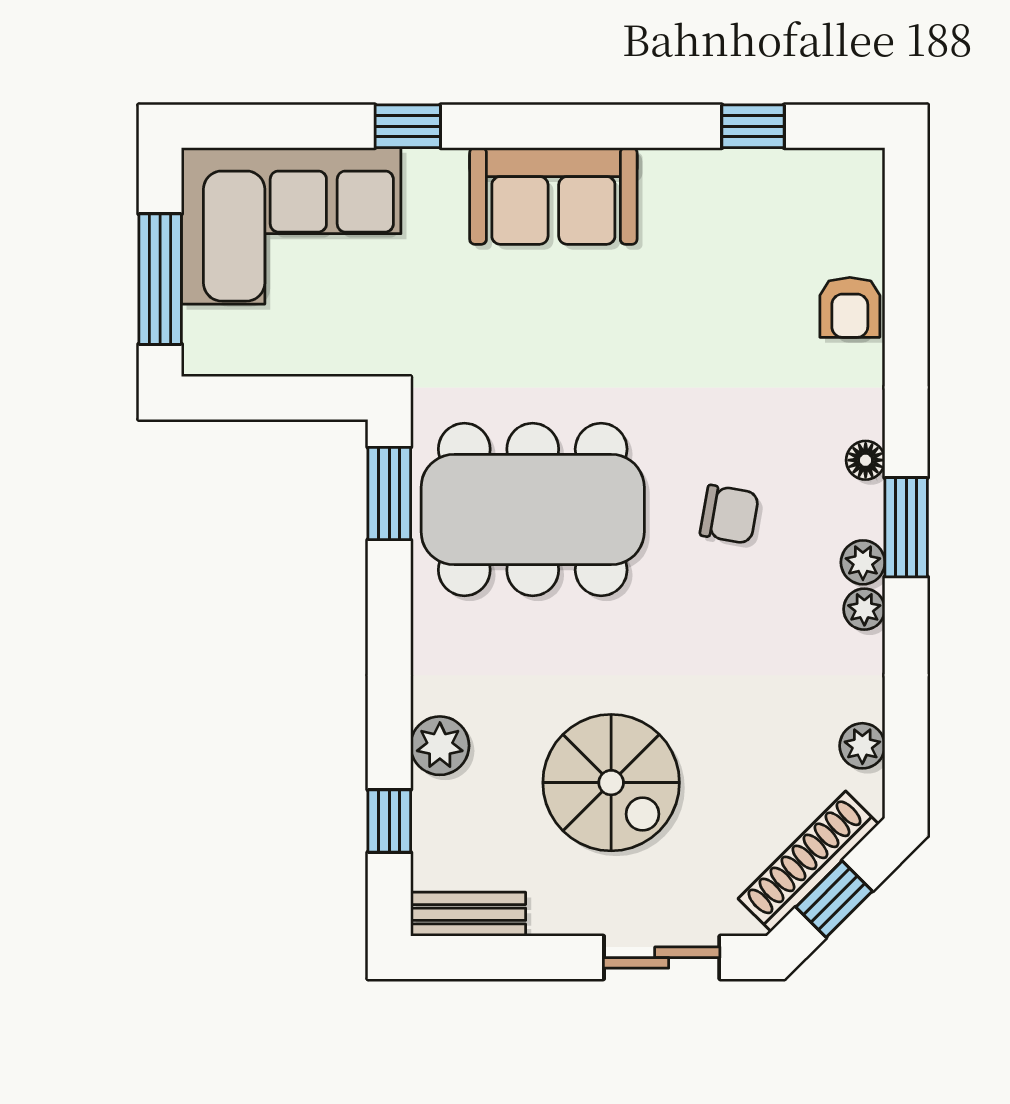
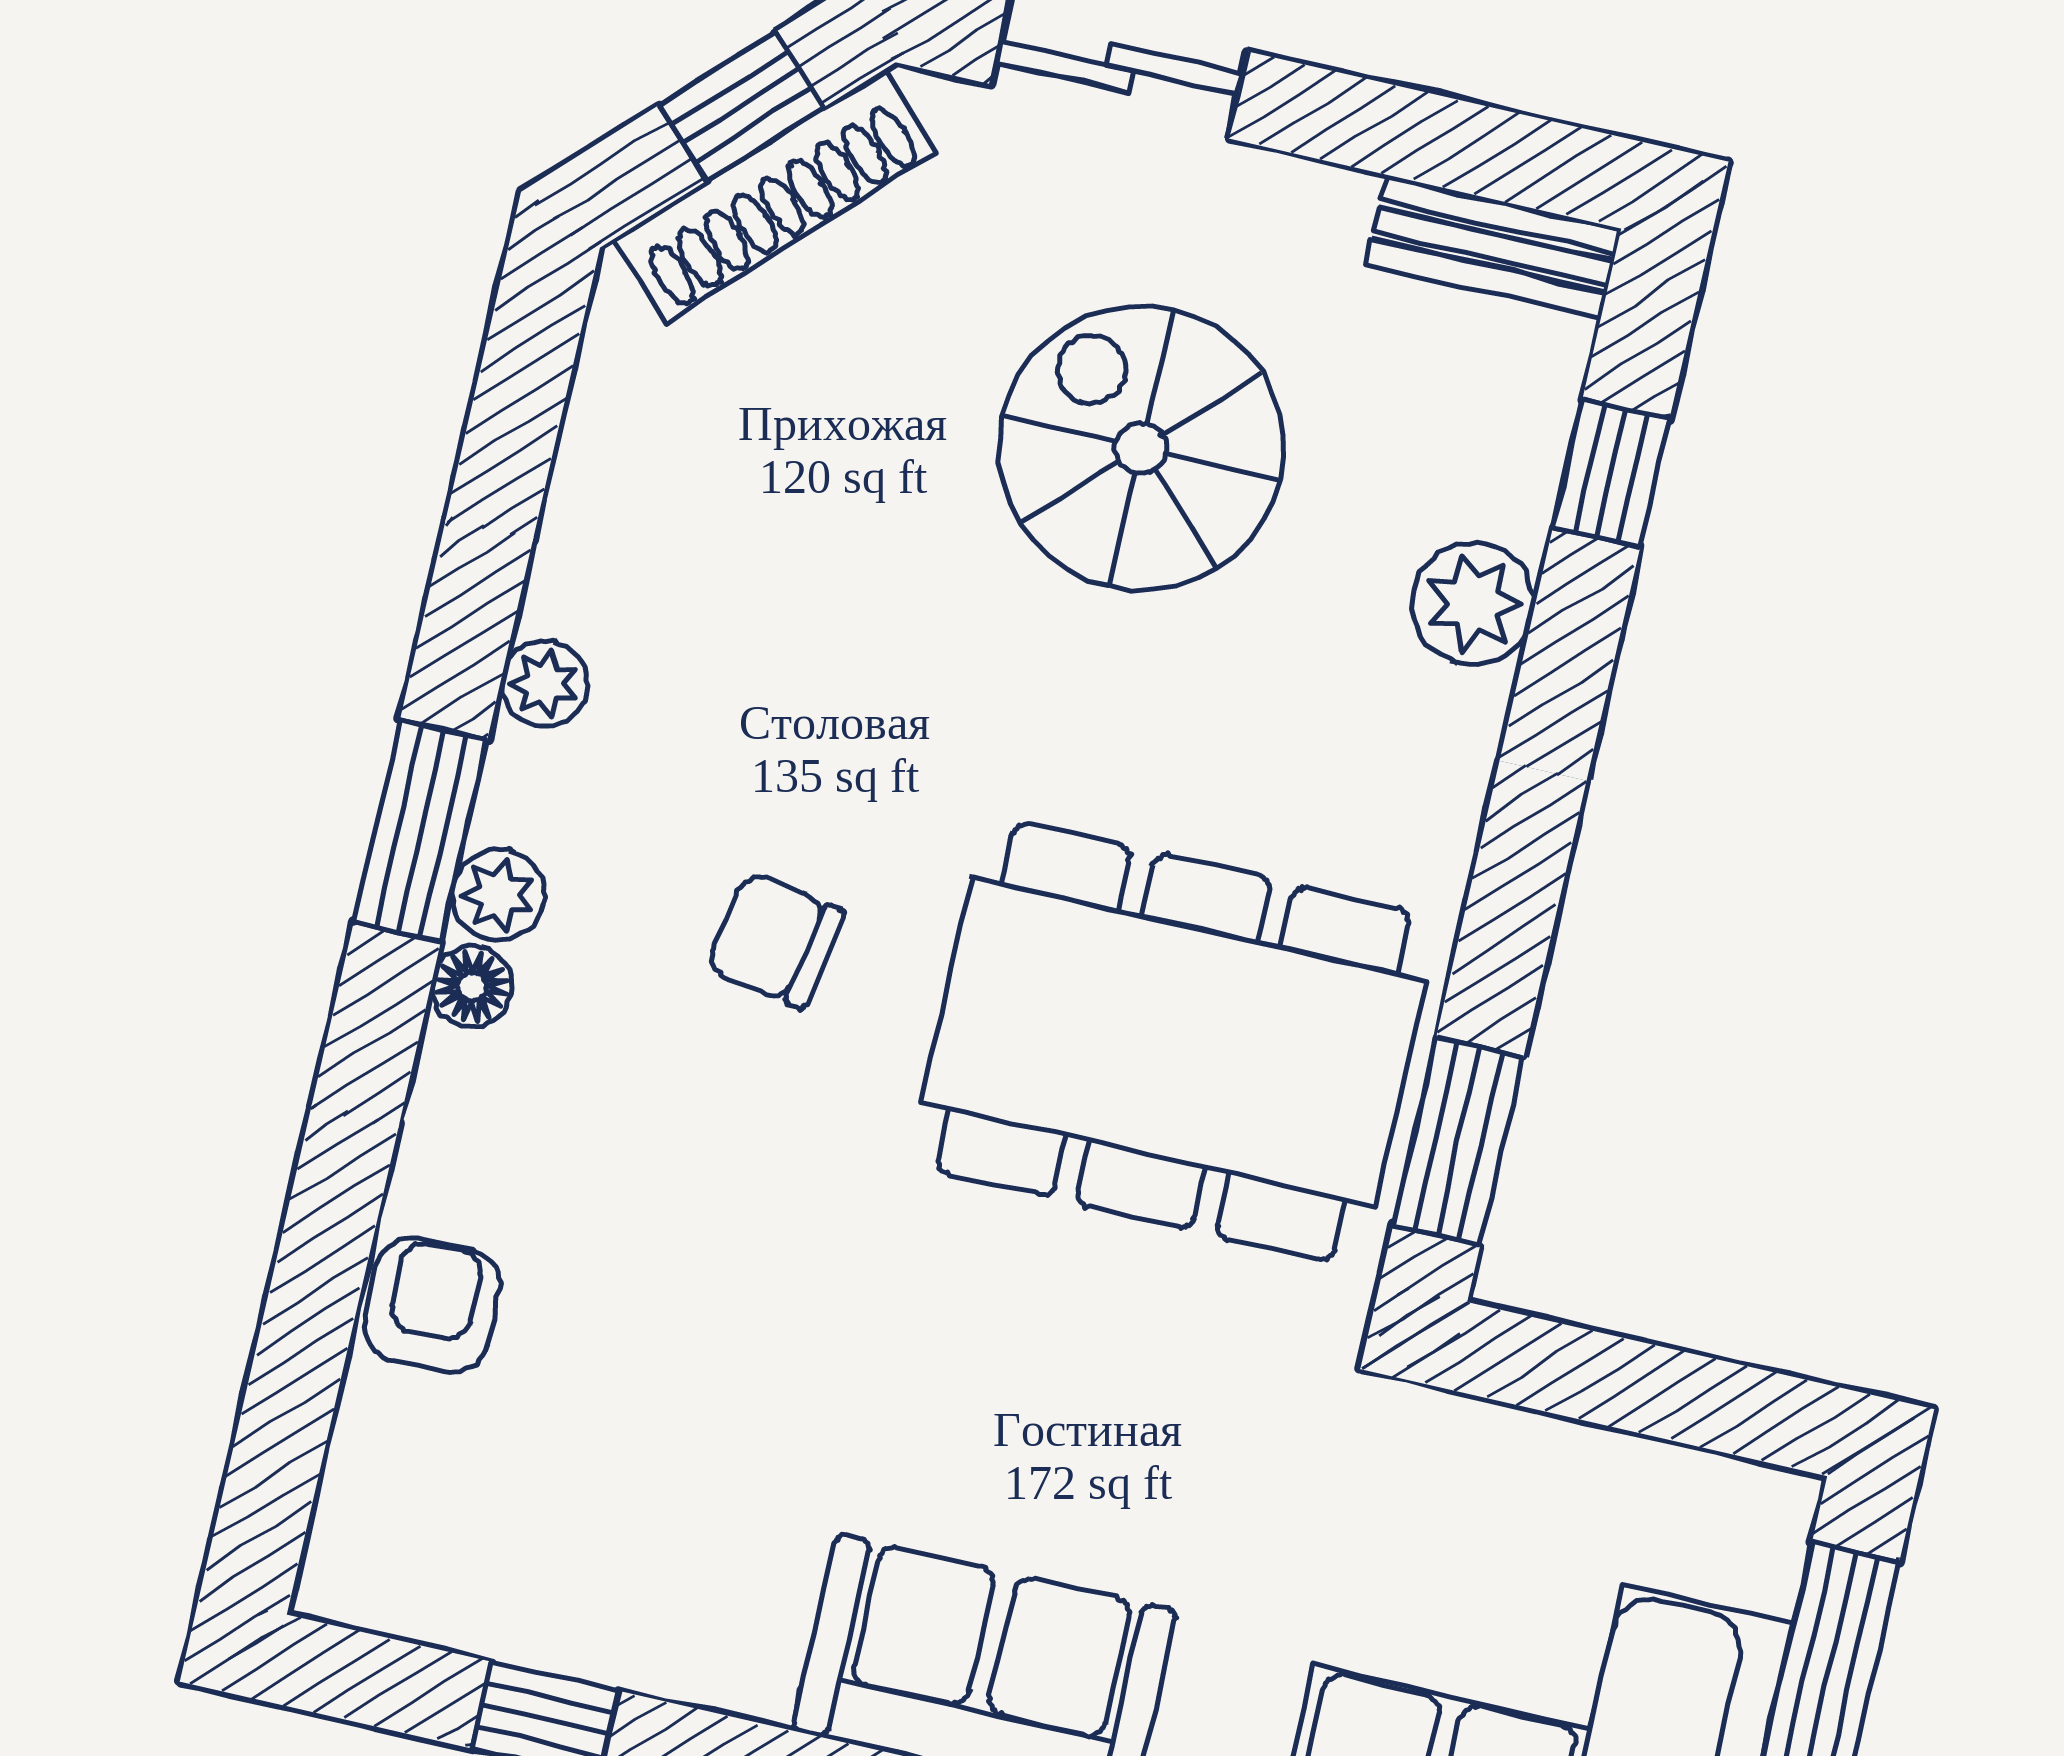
plant: (863, 562) -> (499, 895), moved
plant: (862, 746) -> (612, 406), removed

